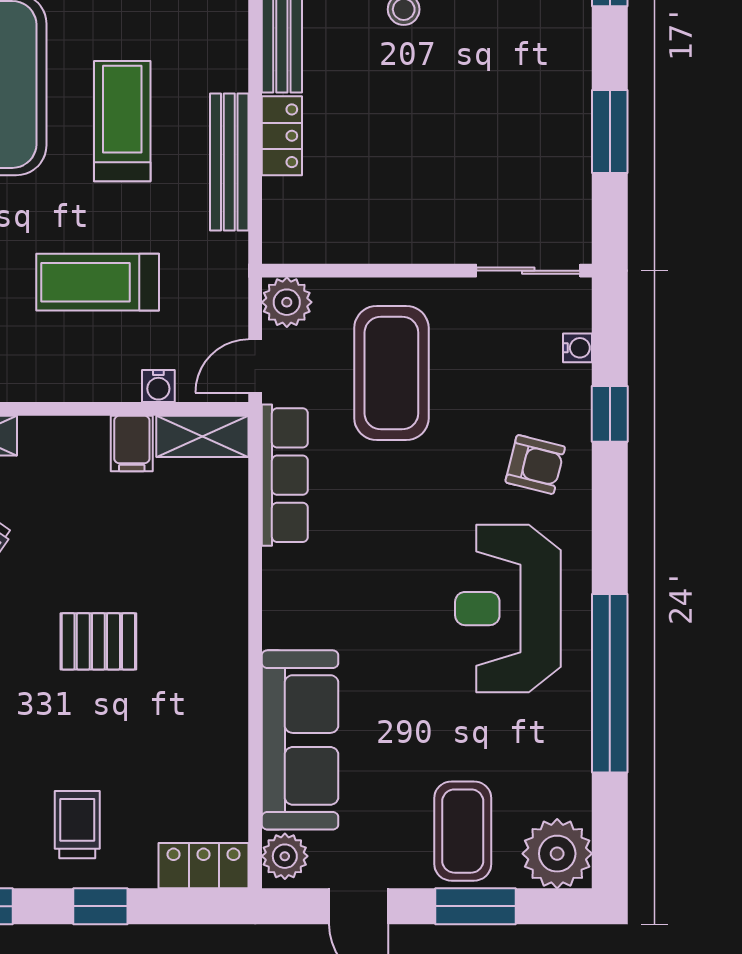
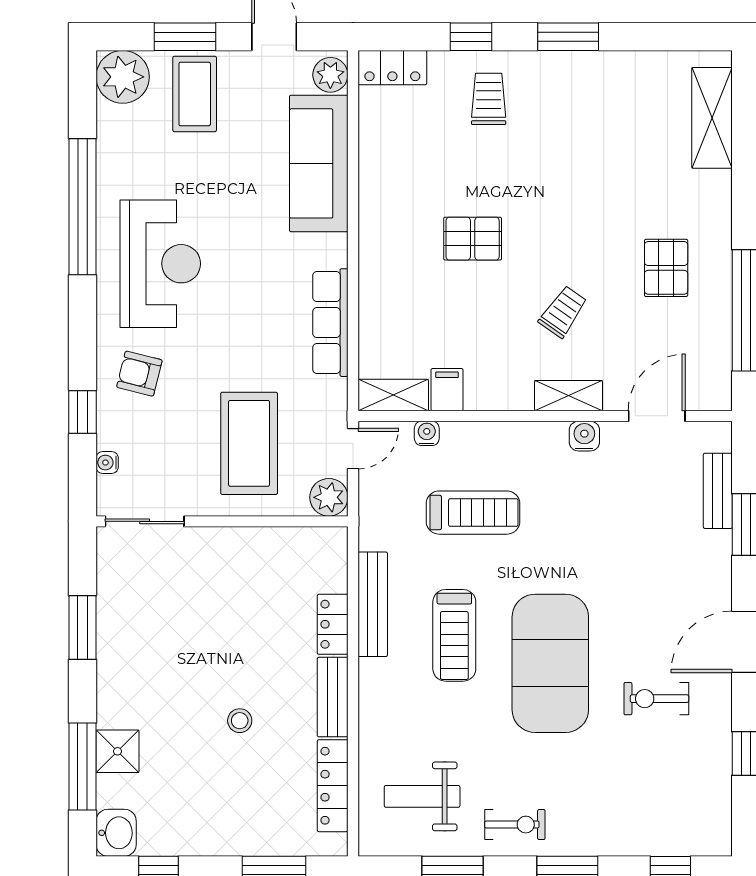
row of seats: (285, 475) -> (330, 323), moved
trolley: (77, 825) -> (489, 99), turned 180

